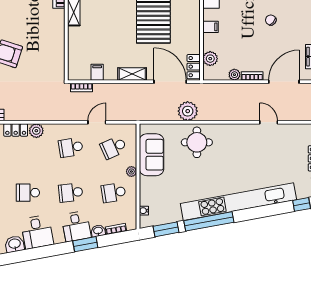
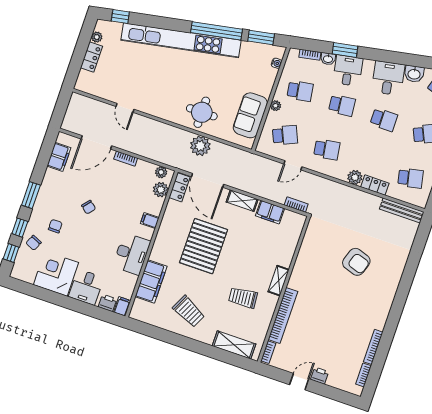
filing cabinet: (97, 72) -> (270, 212), width x2.00
plant: (234, 75) -> (161, 172), moved

